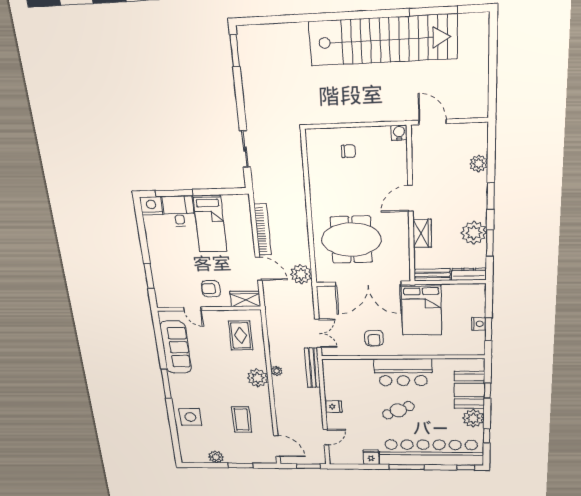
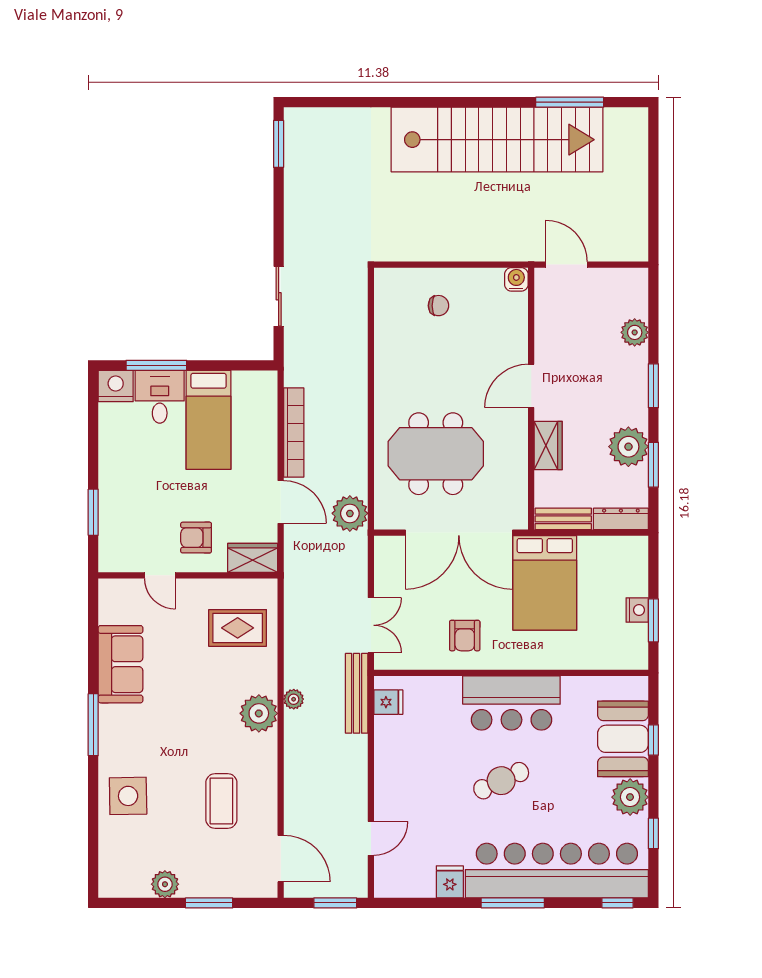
rug: (241, 335) -> (238, 628), turned 90
sofa: (176, 347) -> (120, 664), width x0.73
fridge: (333, 407) -> (388, 702), moved

